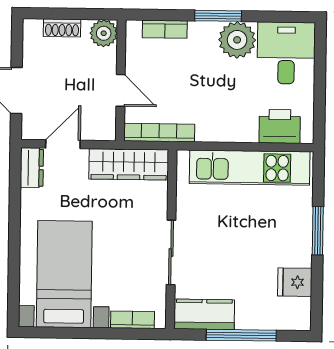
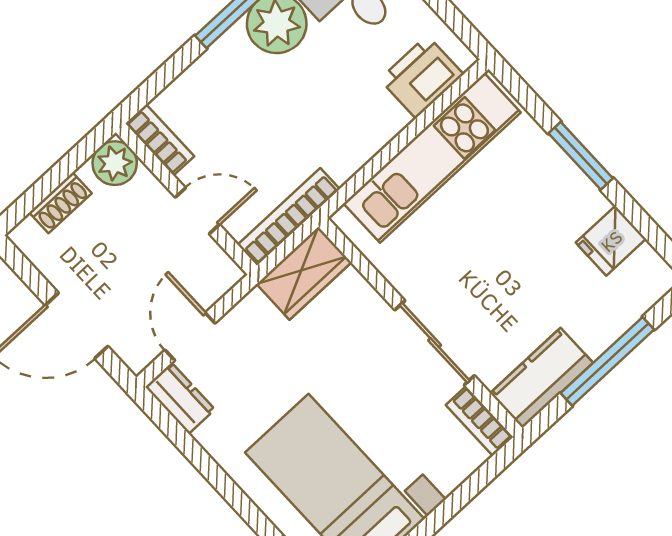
bookcase: (165, 29) -> (160, 140), moved, turned -90
wardrobe: (129, 164) -> (304, 273), width x0.67
bookcase: (133, 320) -> (479, 421), moved, turned -90

